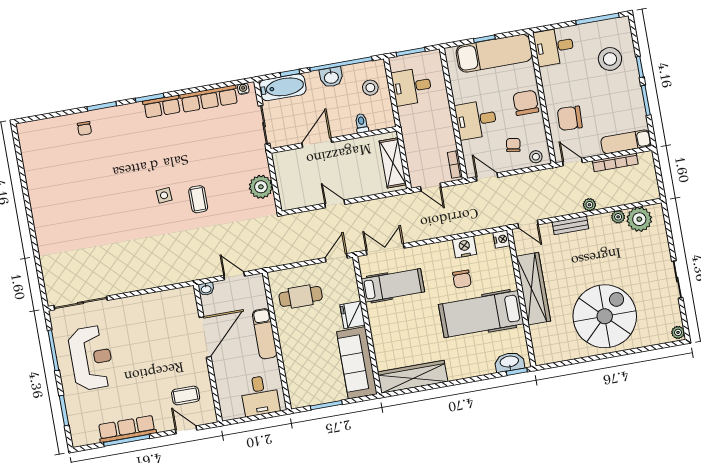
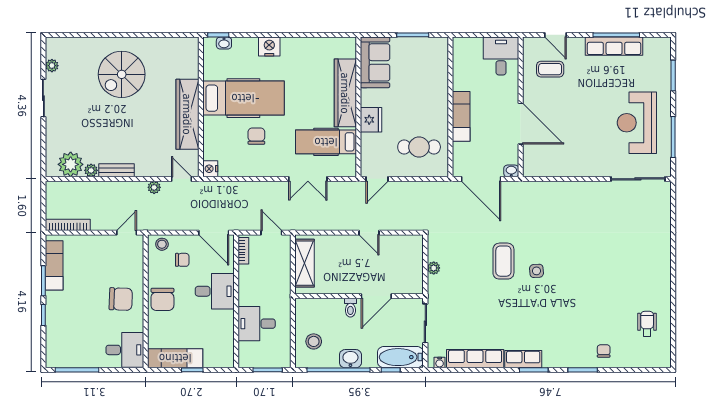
exam couch: (494, 53) -> (175, 358), width x0.73, depth x0.69
stool: (610, 59) -> (72, 328), removed
desk: (412, 87) -> (257, 324), moved, turned 180
chair: (570, 118) -> (121, 299), moved
toilet: (362, 123) -> (350, 308), moved
exam couch: (626, 142) -> (54, 265), moved, turned -90
chair: (513, 145) -> (182, 260), turned -99
door: (572, 162) -> (127, 233), swing flipped
bookcase: (615, 162) -> (68, 225), moved
wheelchair: (47, 163) -> (647, 324), added
door: (487, 177) -> (214, 233), width x1.38
plant: (261, 187) -> (434, 268), width x0.53, depth x0.53
coffee table: (198, 199) -> (503, 261), width x1.36, depth x1.30
plant: (589, 205) -> (154, 187), moved
bench: (570, 225) -> (116, 170), moved
nightstand: (465, 247) -> (269, 47), moved, turned 180
double door: (385, 249) -> (308, 179), moved
door: (234, 276) -> (481, 179), width x1.87
spiral stairs: (605, 316) -> (122, 74), width x0.73, depth x0.73
plant: (678, 332) -> (52, 66), moved
door: (205, 337) -> (521, 124), swing flipped
washbasin: (509, 362) -> (224, 43), width x0.52, depth x0.69
sofa: (357, 363) -> (375, 62), width x0.73
wardrobe: (413, 377) -> (345, 93), moved, turned 90
desk: (260, 396) -> (501, 56), moved

